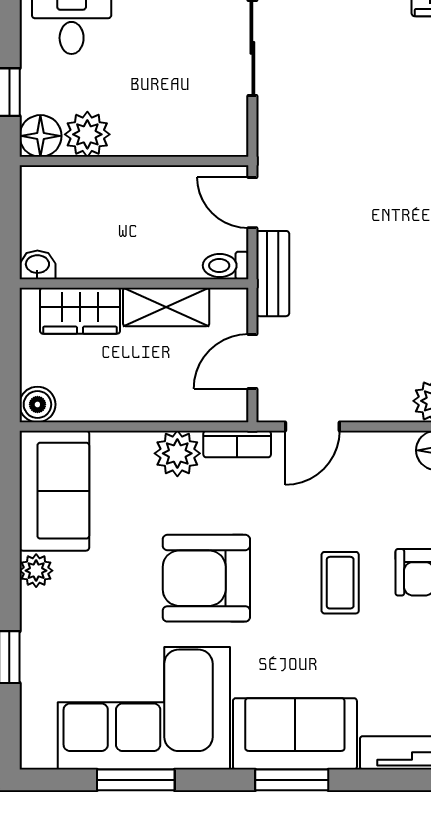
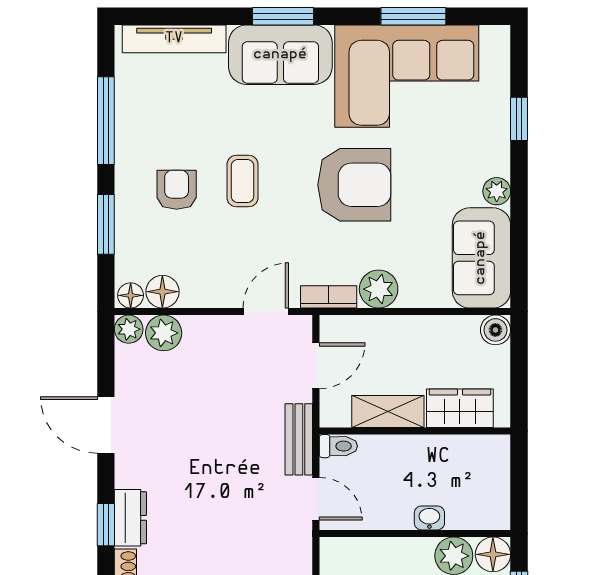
washbasin: (37, 265) -> (429, 518), moved, turned 180

